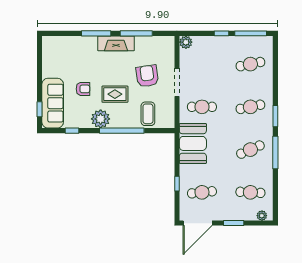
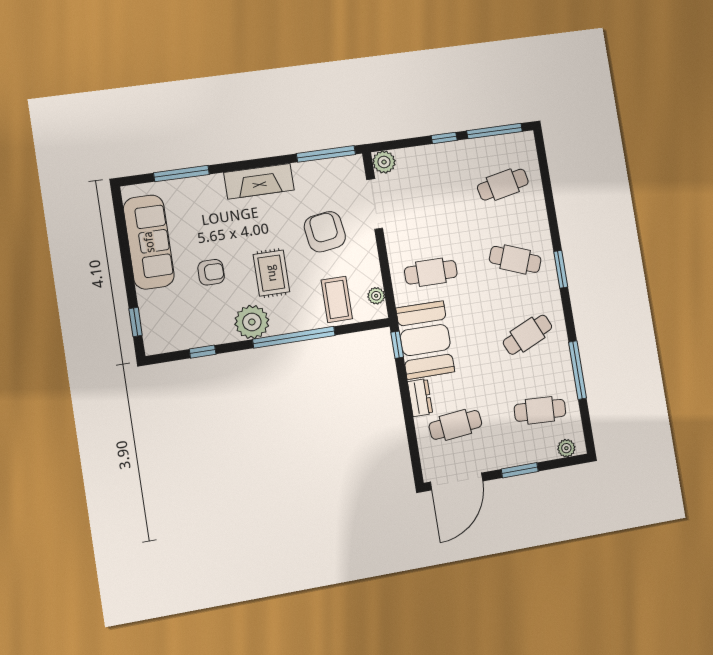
window: (96, 33) -> (181, 174), moved
window: (136, 33) -> (326, 154), moved
doorway: (177, 82) -> (375, 204), moved
rug: (115, 94) -> (271, 273), turned 90
sofa: (53, 103) -> (149, 242), moved
cafe table: (250, 107) -> (515, 259), turned 33
plant: (170, 115) -> (376, 296), added
window: (275, 152) -> (577, 370), moved
dresser: (185, 174) -> (420, 398), added
window: (177, 184) -> (397, 345), moved

